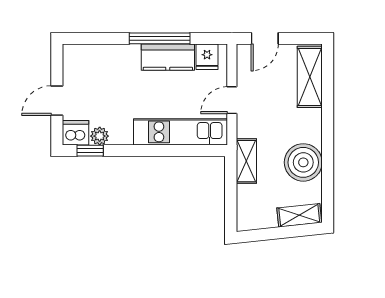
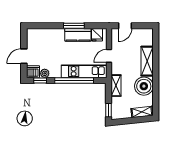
window: (160, 38) -> (74, 26), width x0.69
shelving: (310, 77) -> (147, 61), moved
window: (160, 151) -> (74, 80), added
window: (231, 212) -> (109, 110), added

